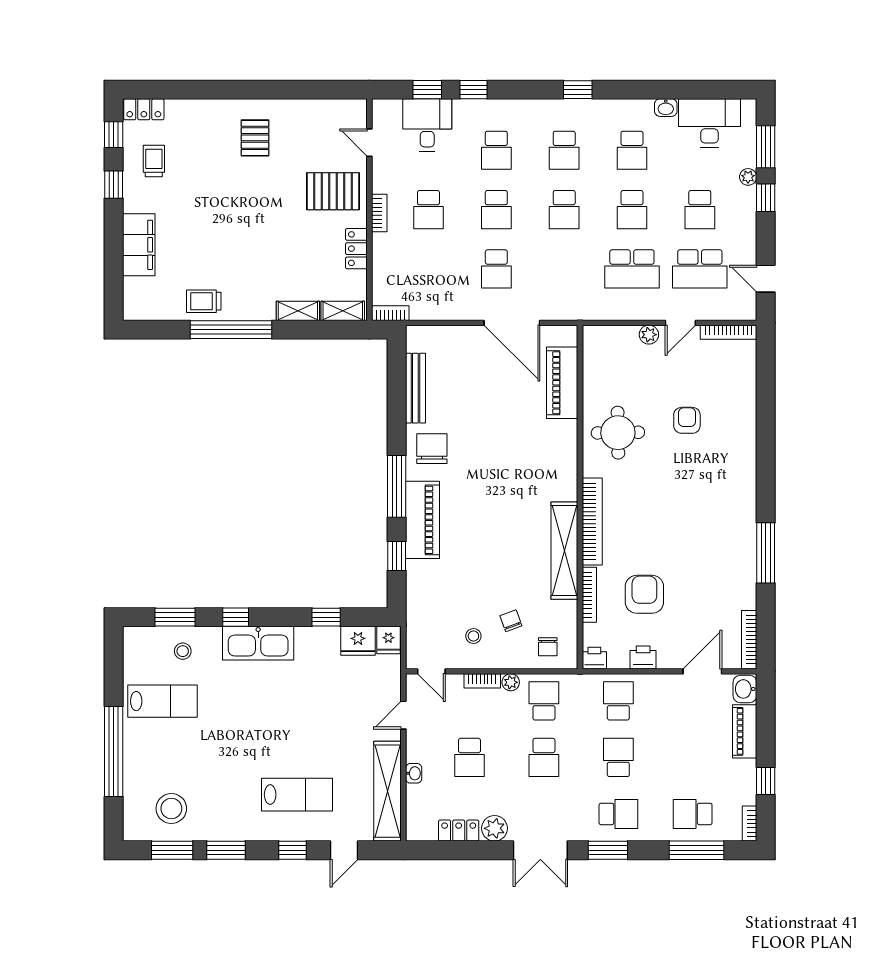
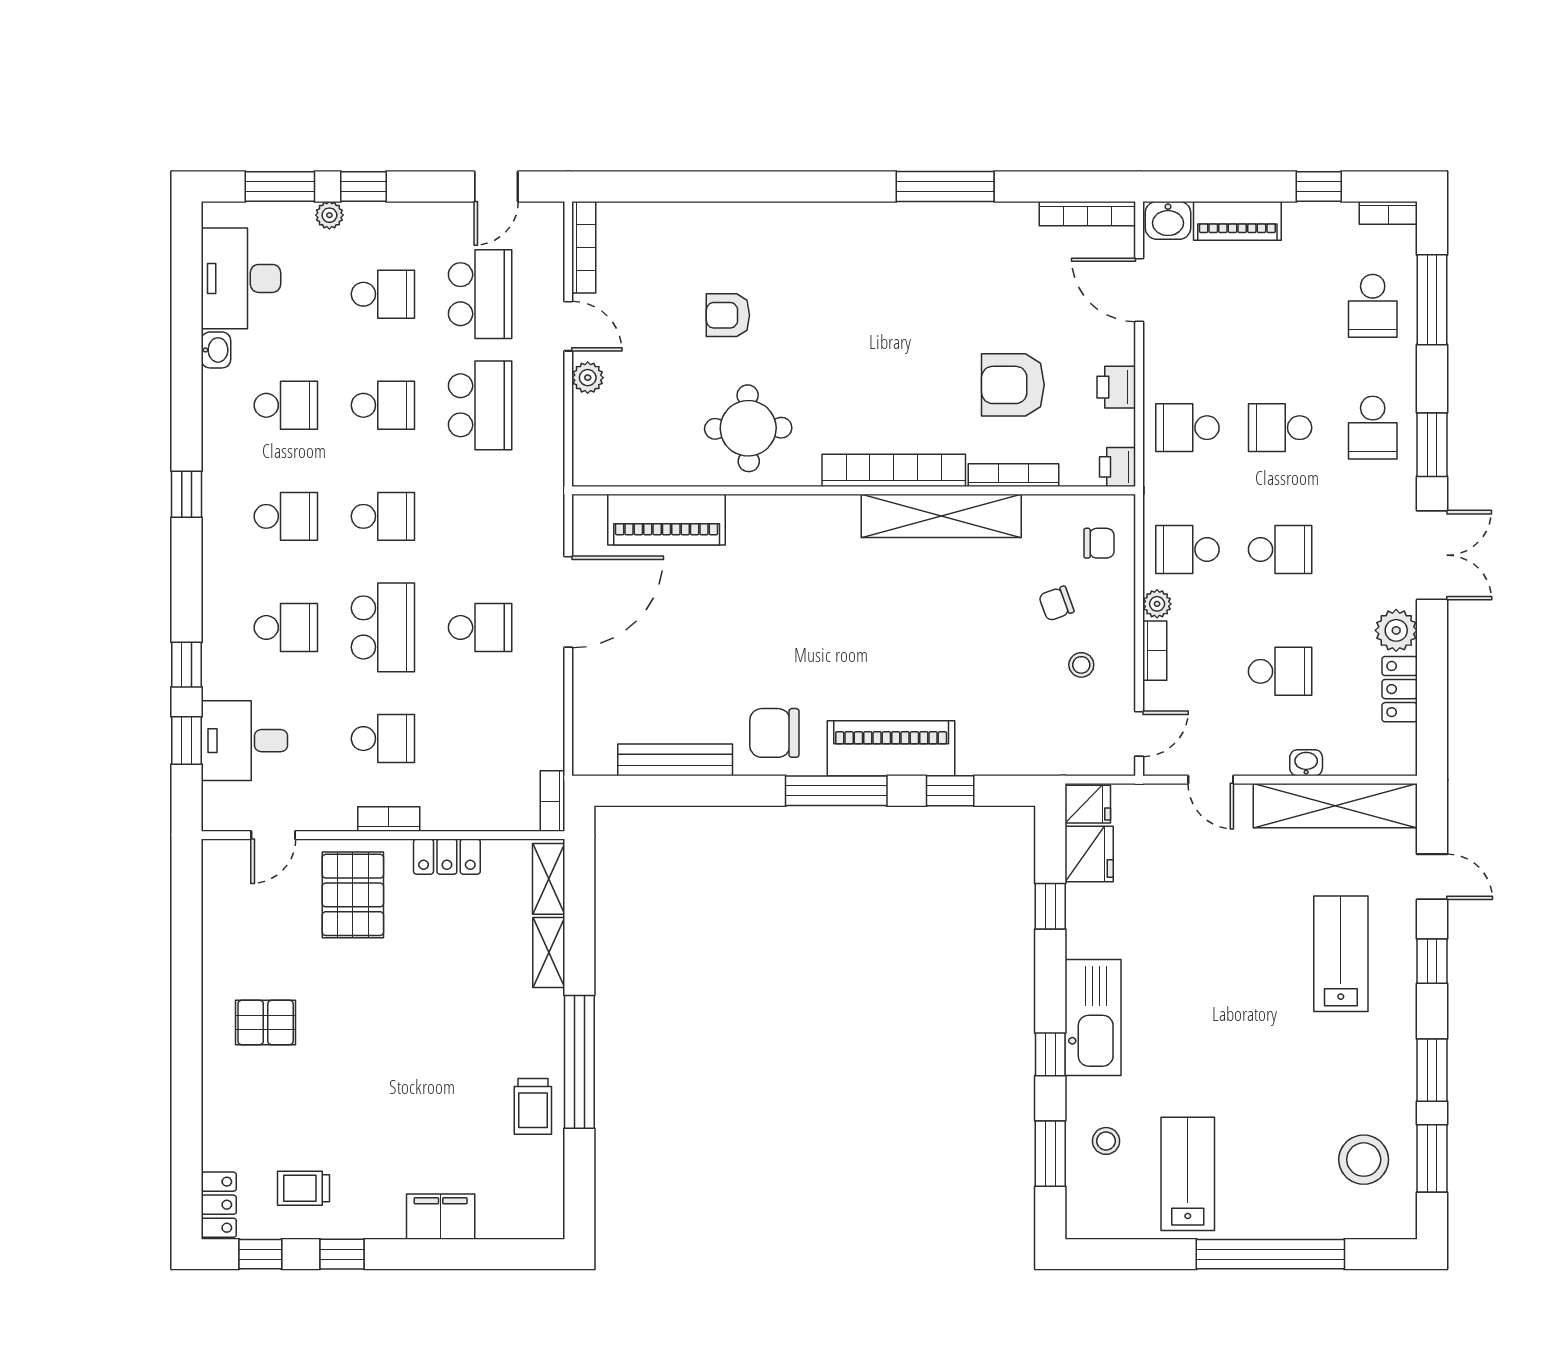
school desk: (496, 210) -> (383, 627), width x1.85
filing cabinet: (139, 245) -> (441, 1217), width x0.67, depth x0.86
school desk: (618, 814) -> (1373, 428), turned 180

